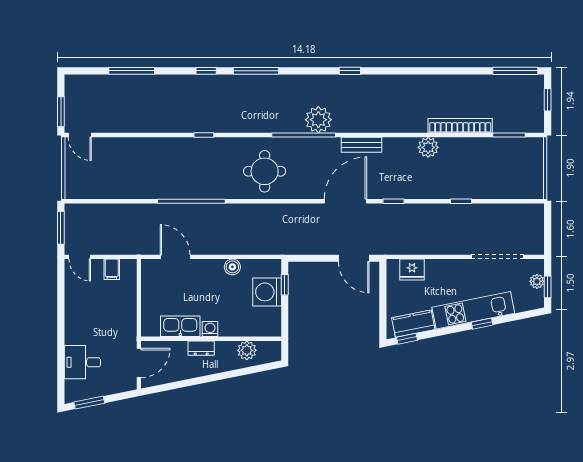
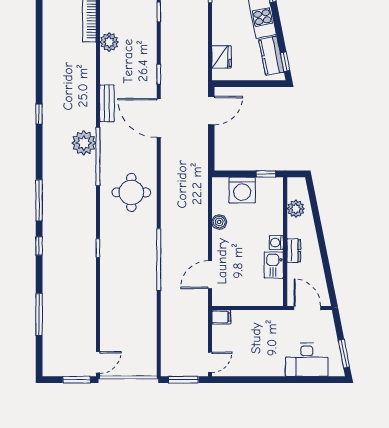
filing cabinet: (112, 269) -> (221, 317), moved
window: (285, 285) -> (266, 174), moved
kitchen sink: (180, 326) -> (274, 265), width x0.73
desk: (82, 362) -> (307, 360), width x1.37

